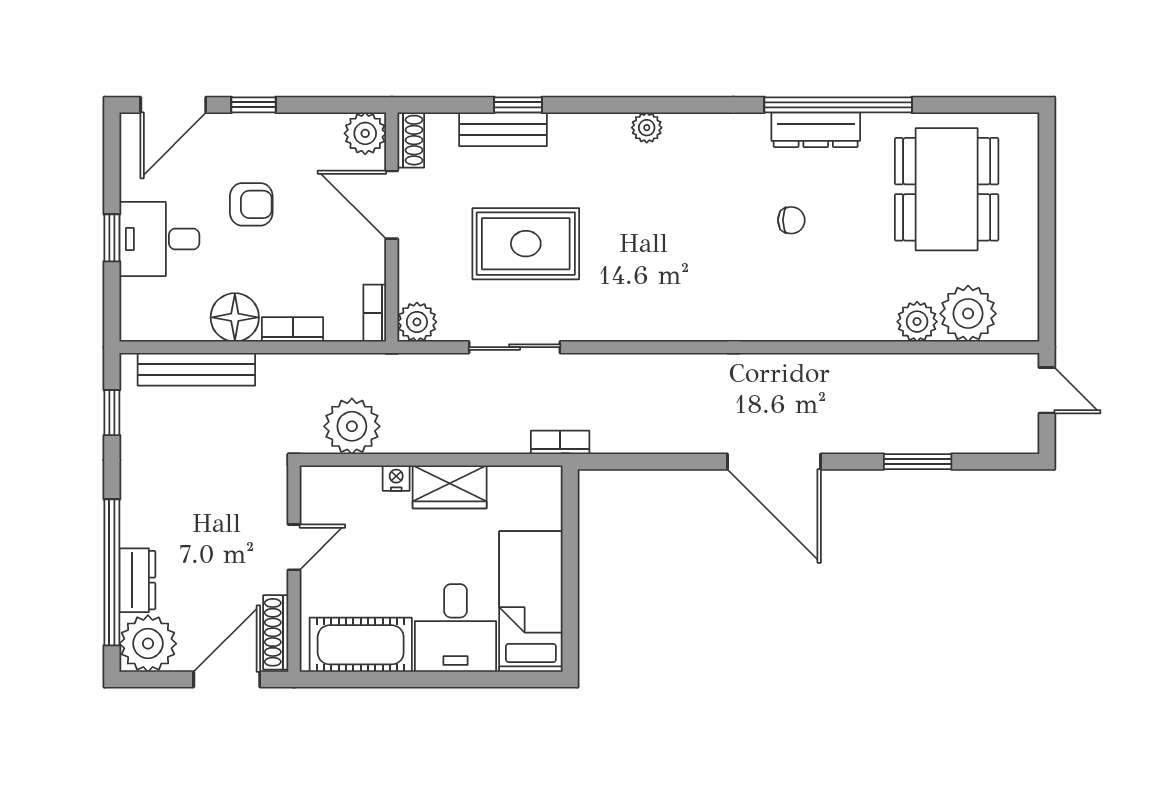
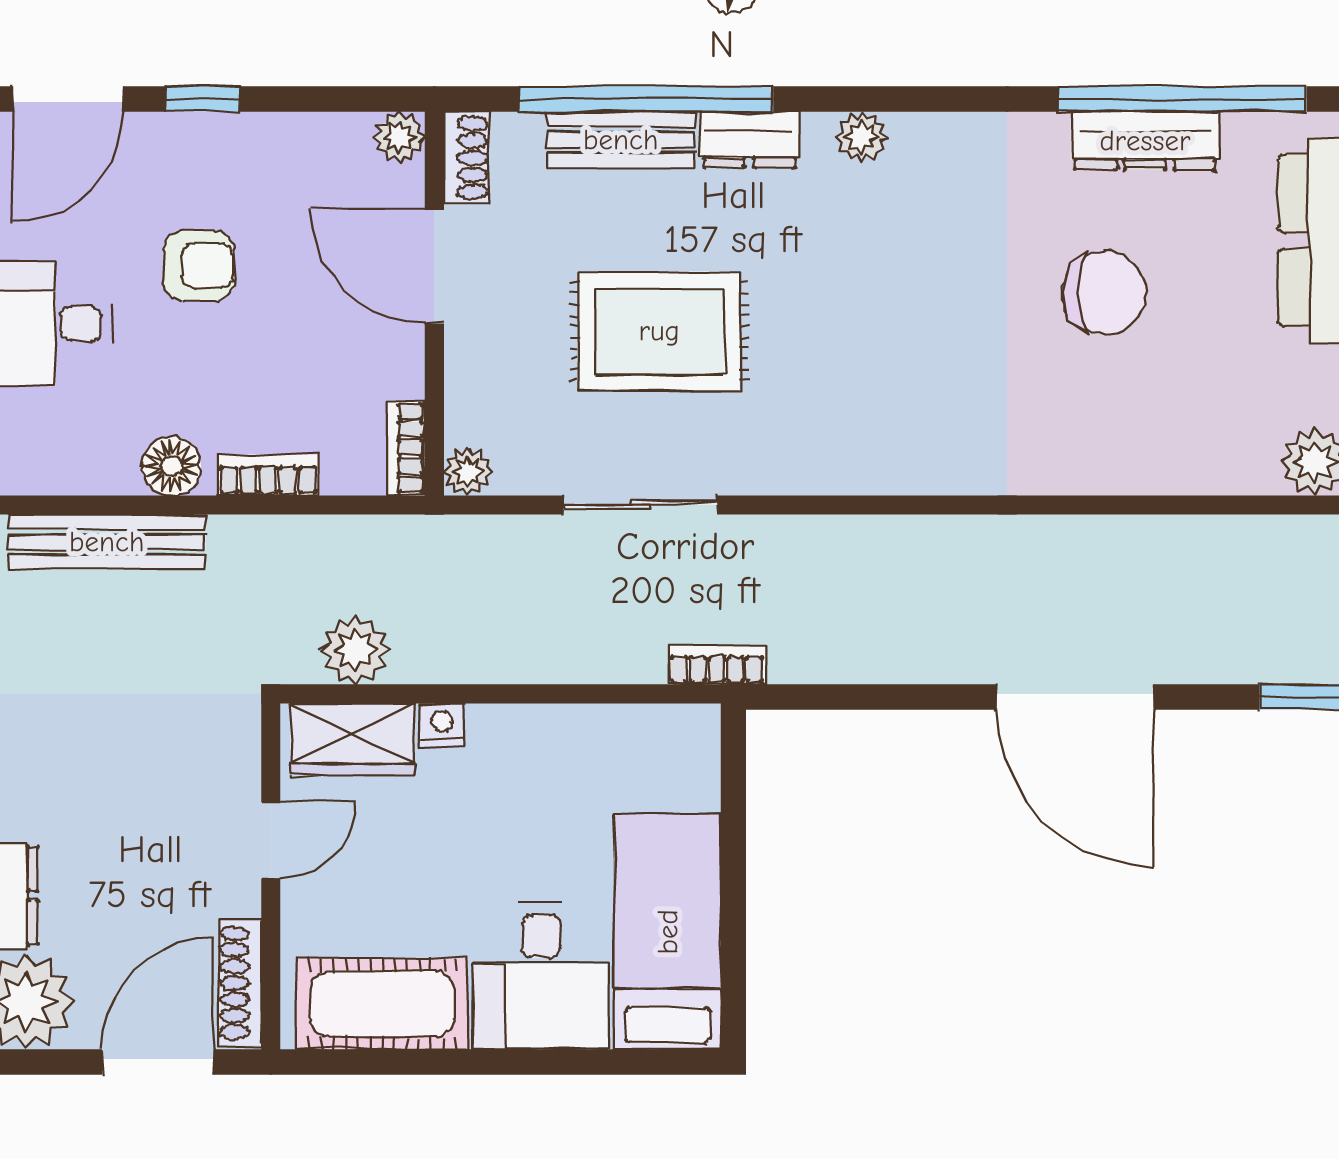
window: (518, 105) -> (646, 99), width x3.17
dresser: (580, 129) -> (749, 140), added
plant: (365, 133) -> (399, 137), width x0.73, depth x0.73
chair: (791, 220) -> (1104, 292), width x1.87, depth x1.87
floor lamp: (235, 317) -> (171, 466), width x0.73, depth x0.73
plant: (417, 322) -> (468, 472), width x0.73, depth x0.73
plant: (352, 426) -> (355, 650), width x0.73, depth x0.73
wardrobe: (450, 487) -> (352, 739), moved

